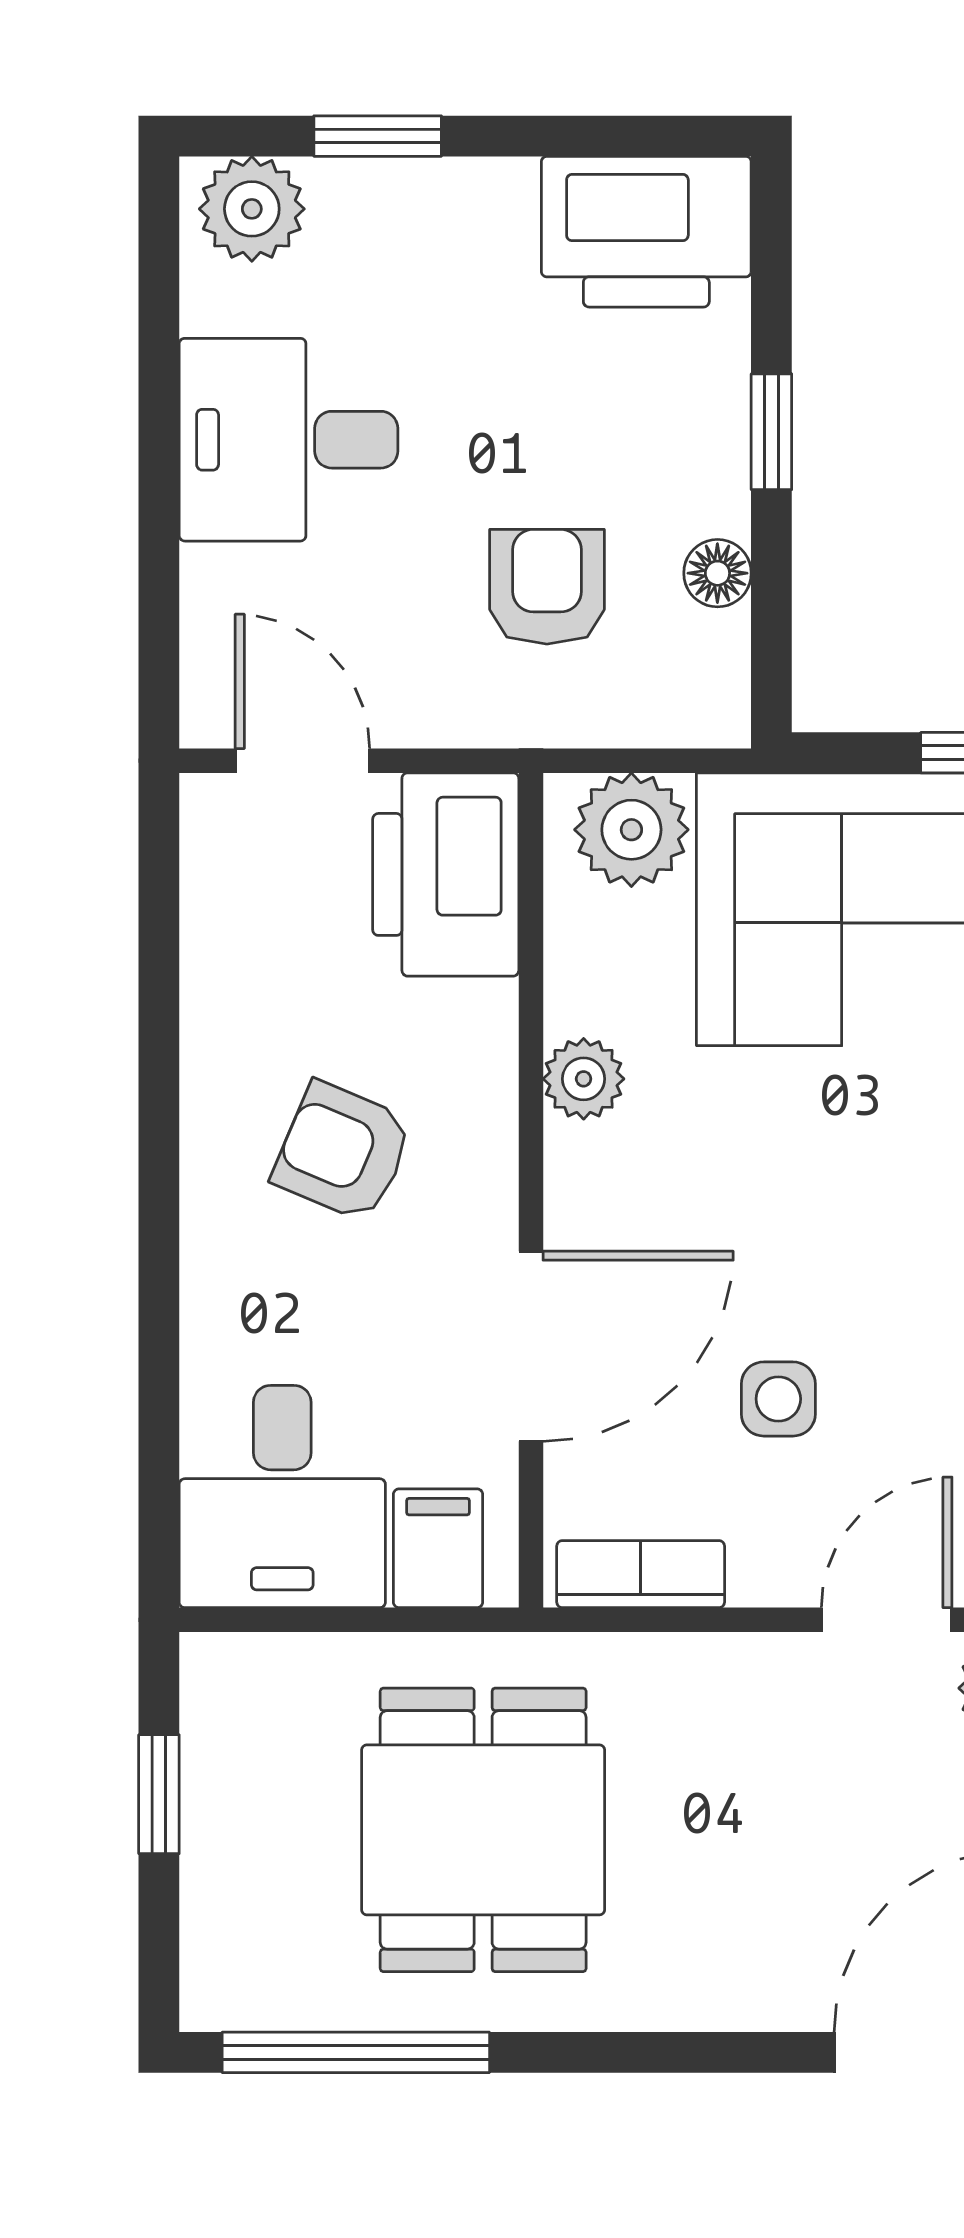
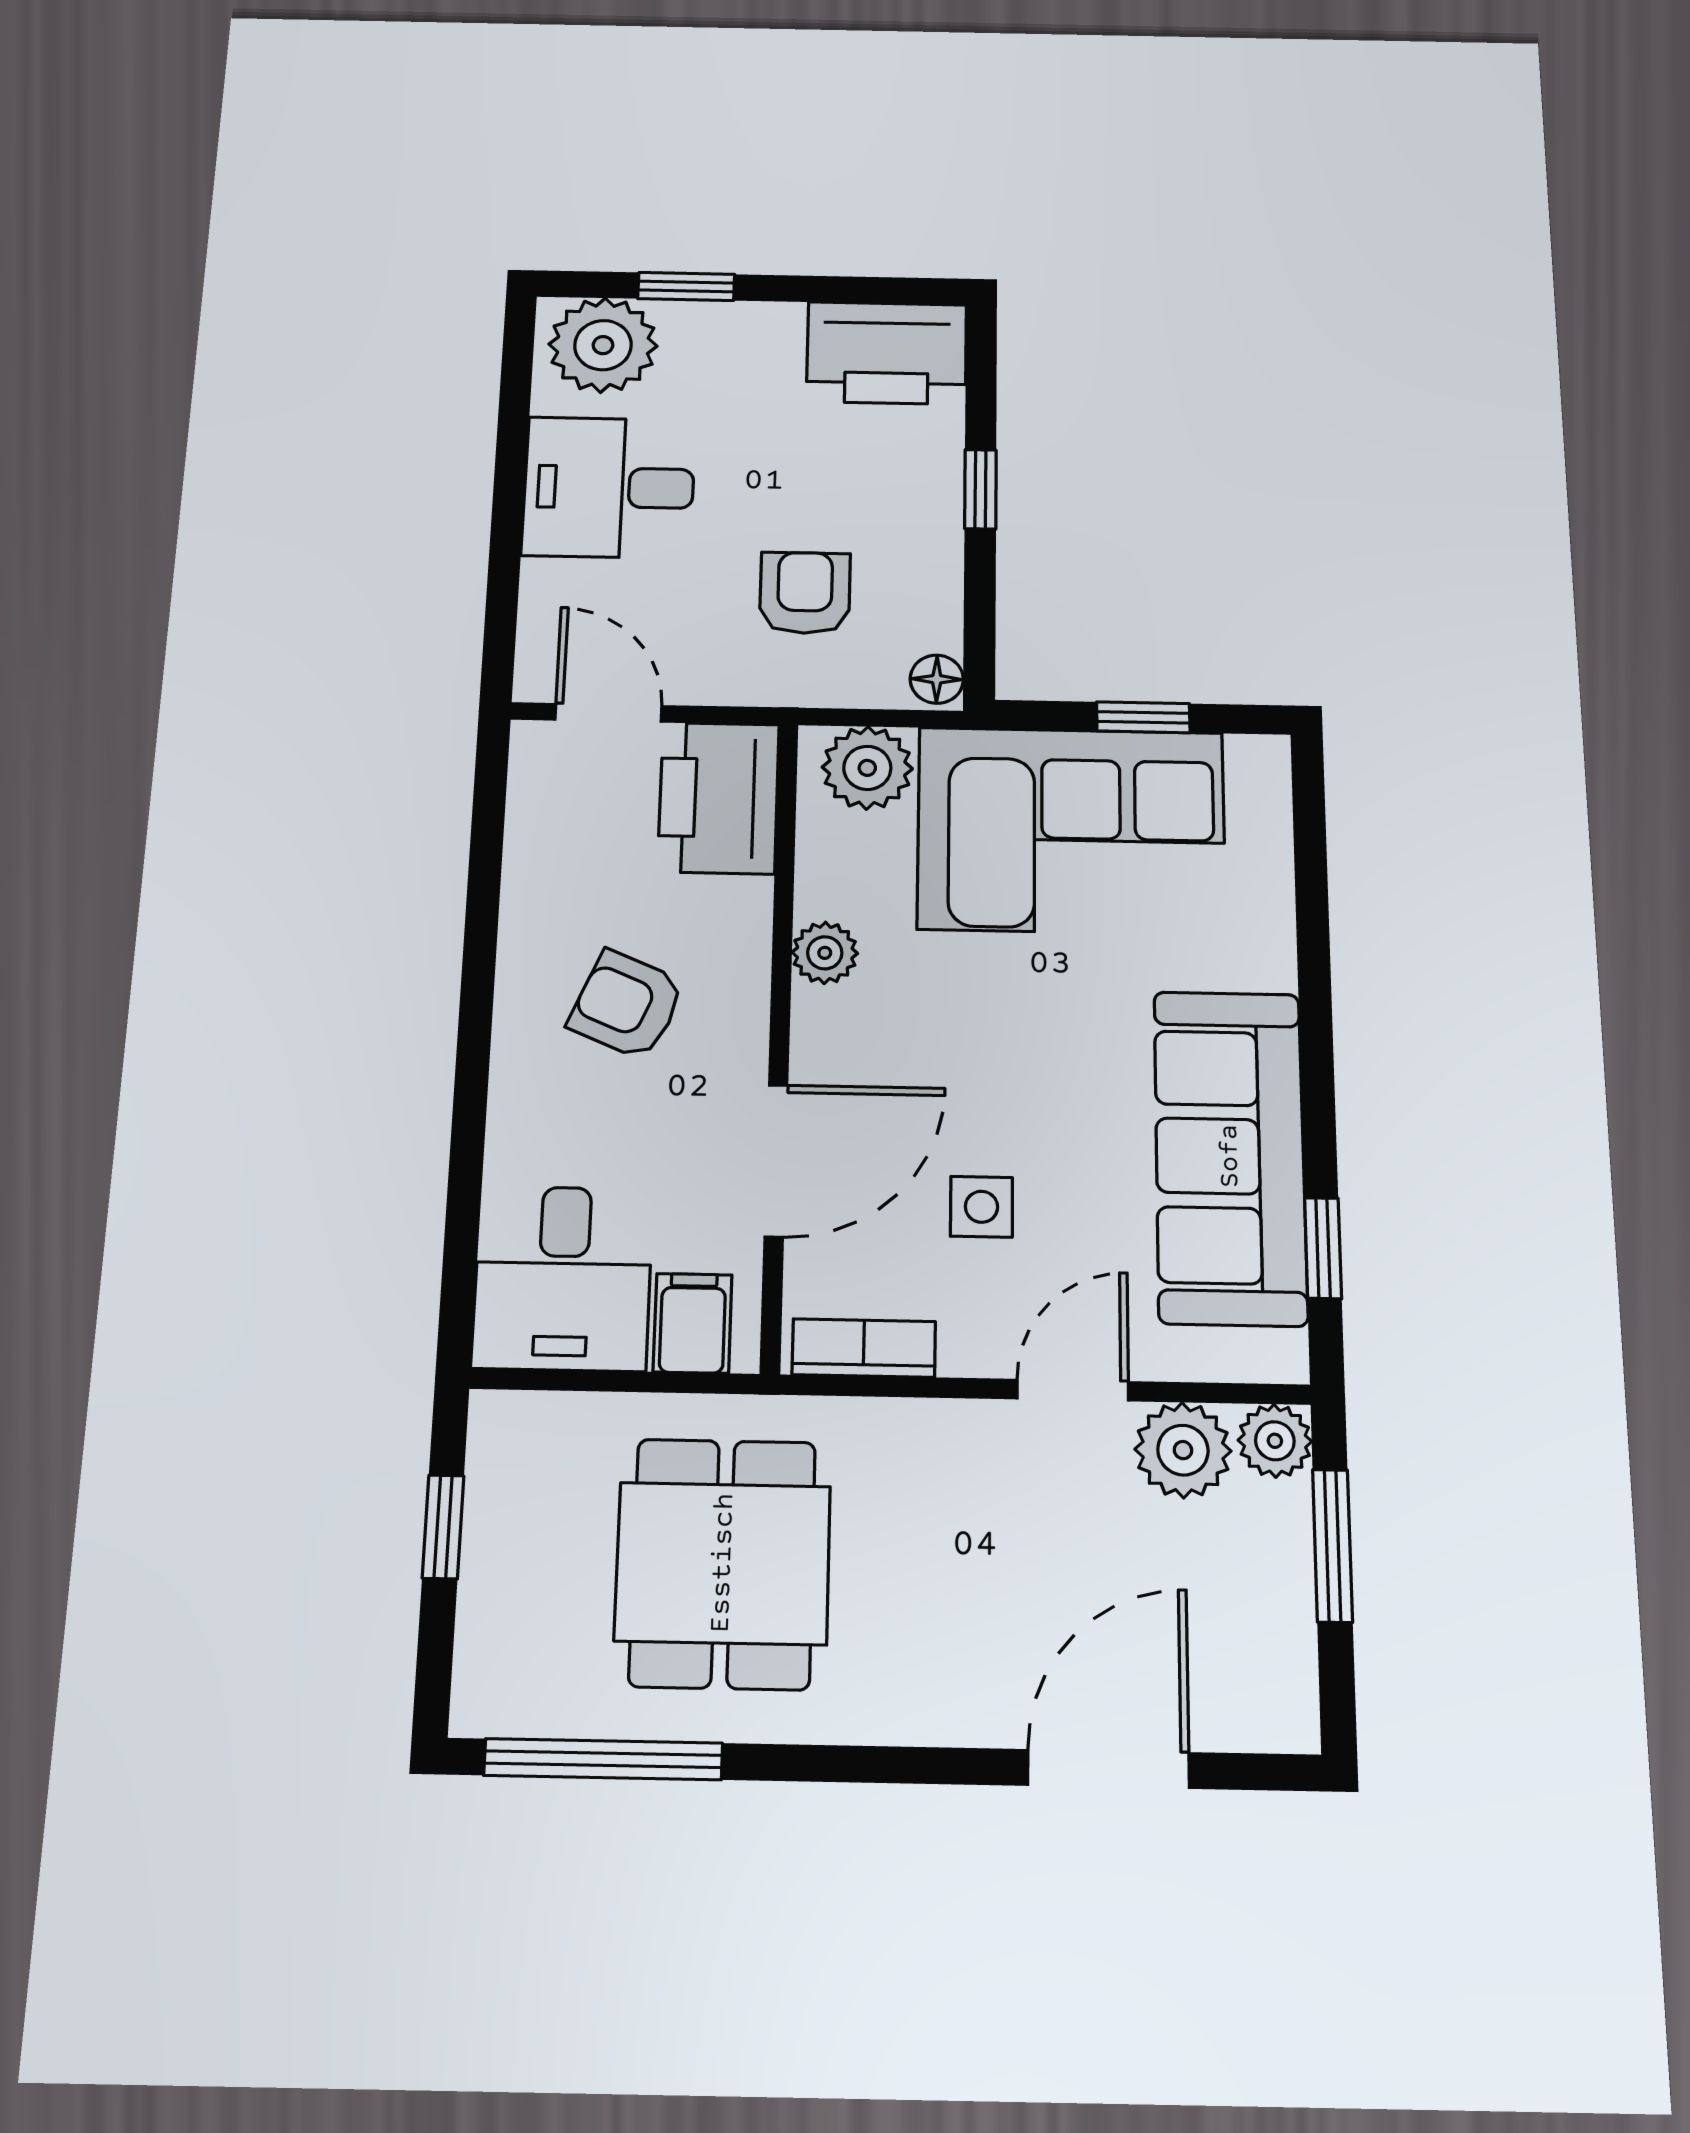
plant: (252, 209) -> (603, 345), width x1.36, depth x1.36
floor lamp: (717, 573) -> (937, 679), moved

